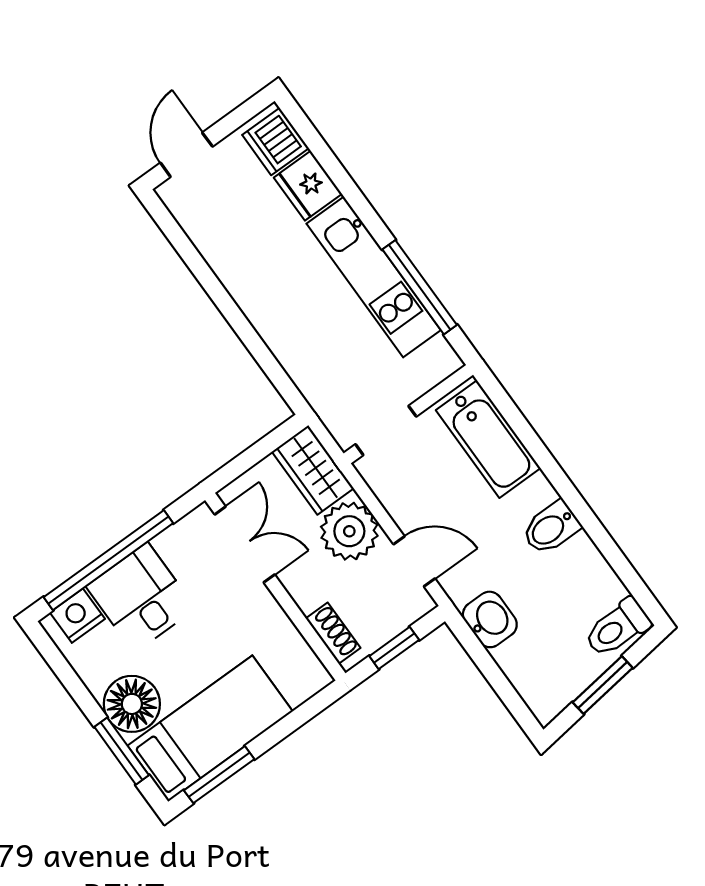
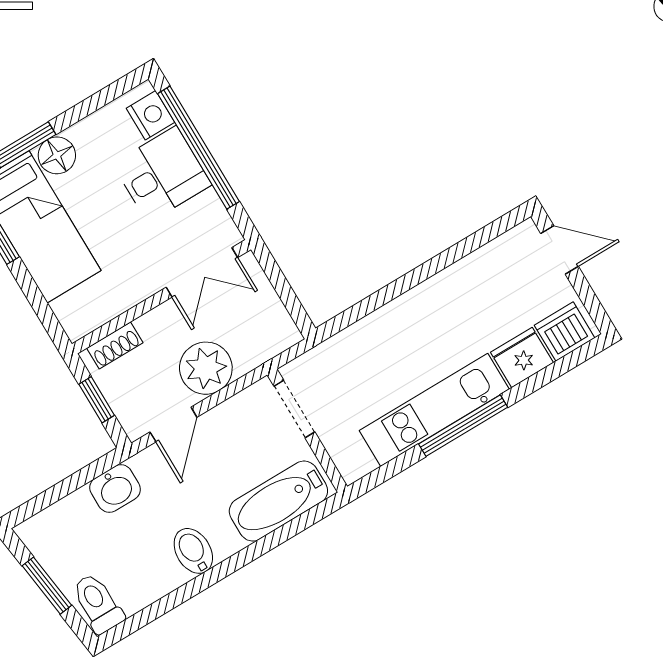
window: (420, 287) -> (463, 426), moved
wardrobe: (313, 470) -> (264, 340), removed
floor lamp: (132, 704) -> (57, 155), width x0.73, depth x0.73

